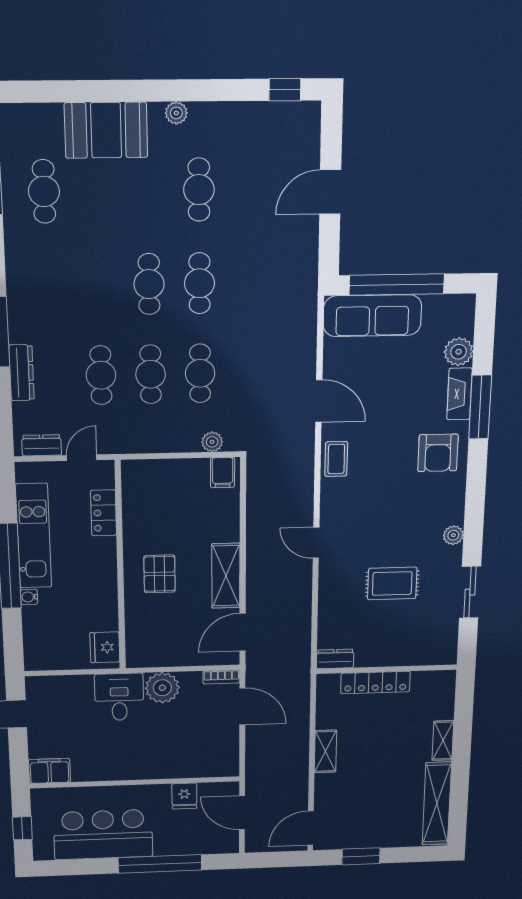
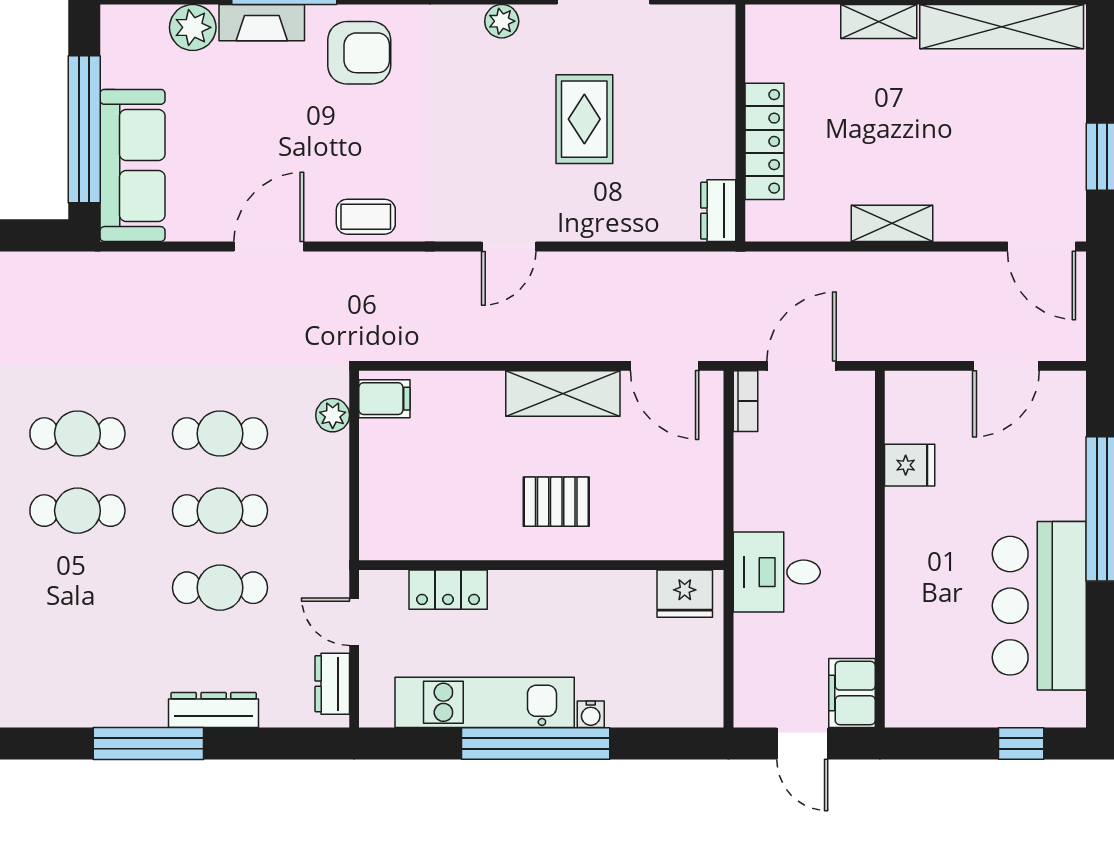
plant: (162, 688) -> (762, 500), removed
filing cabinet: (50, 771) -> (852, 693), moved
wall: (135, 782) -> (880, 549), moved
fridge: (184, 796) -> (910, 465), moved

